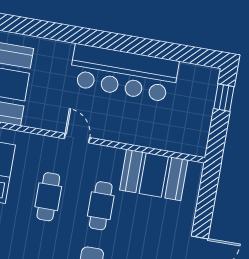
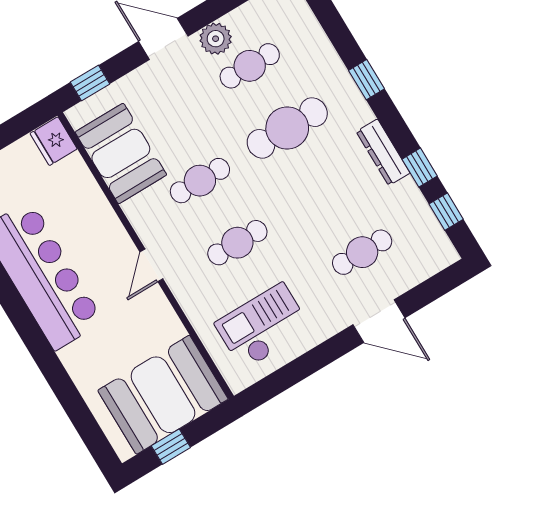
fridge: (193, 144) -> (54, 141), added
window: (208, 192) -> (90, 83), added

